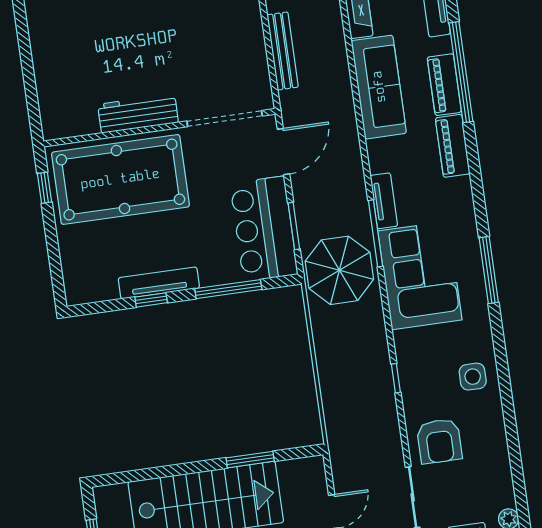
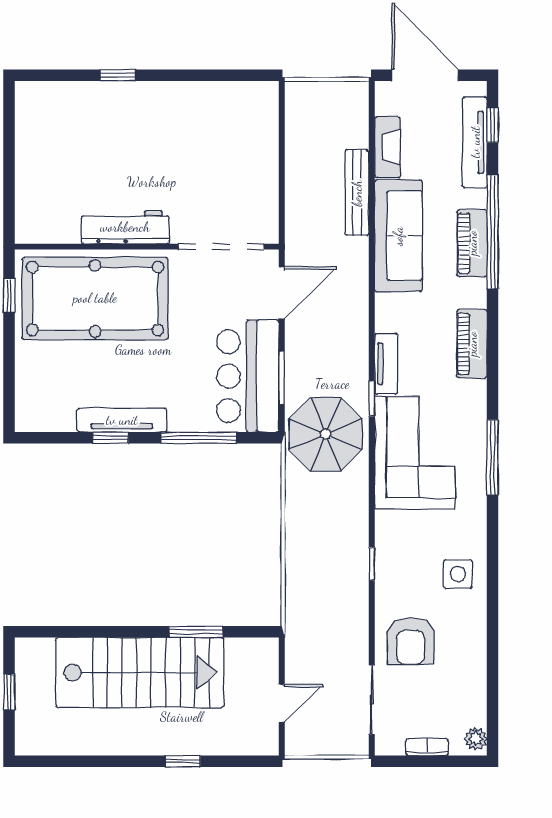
bench: (283, 51) -> (357, 193), moved
piano: (453, 146) -> (472, 344), moved
window: (375, 233) -> (372, 399), width x0.46

